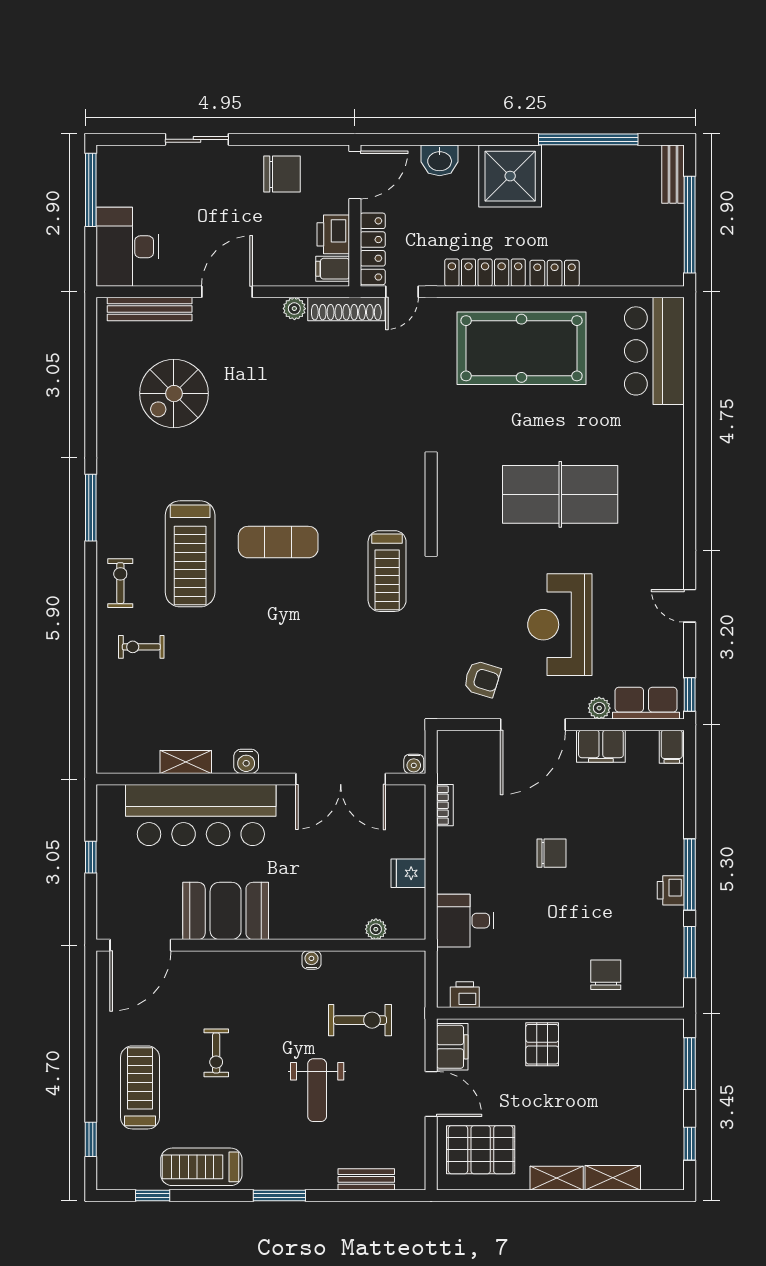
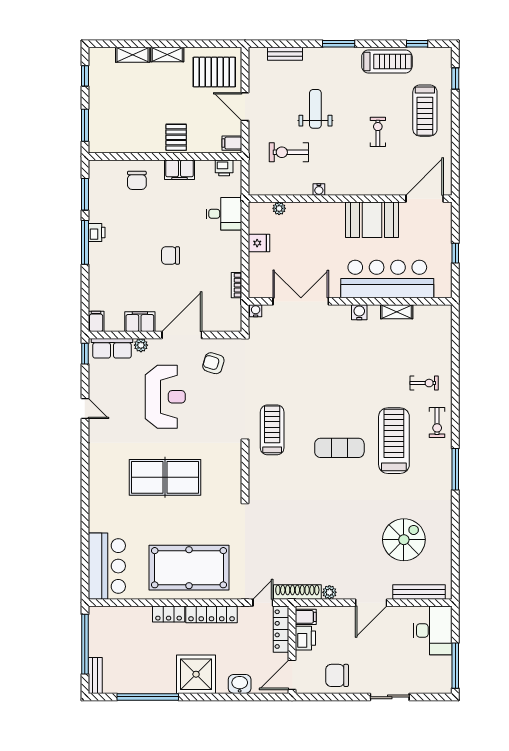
filing cabinet: (537, 992) -> (180, 170), added
filing cabinet: (452, 1047) -> (232, 143), width x0.50

